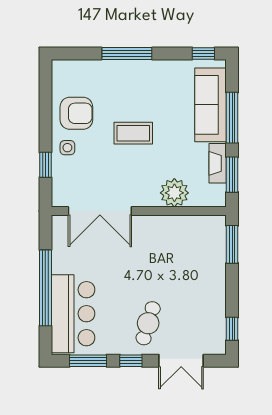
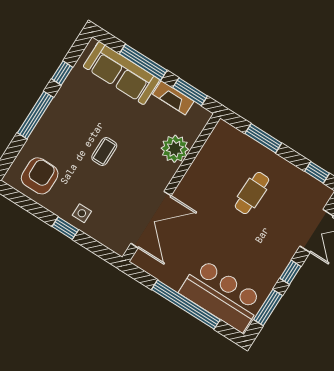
window: (203, 53) -> (62, 73), moved
armchair: (76, 113) -> (40, 176), moved
coffee table: (133, 133) -> (104, 151), width x0.73, depth x0.77
window: (45, 165) -> (65, 228), moved
window: (232, 244) -> (263, 138), moved
cafe table: (148, 323) -> (252, 193), moved, turned 74

